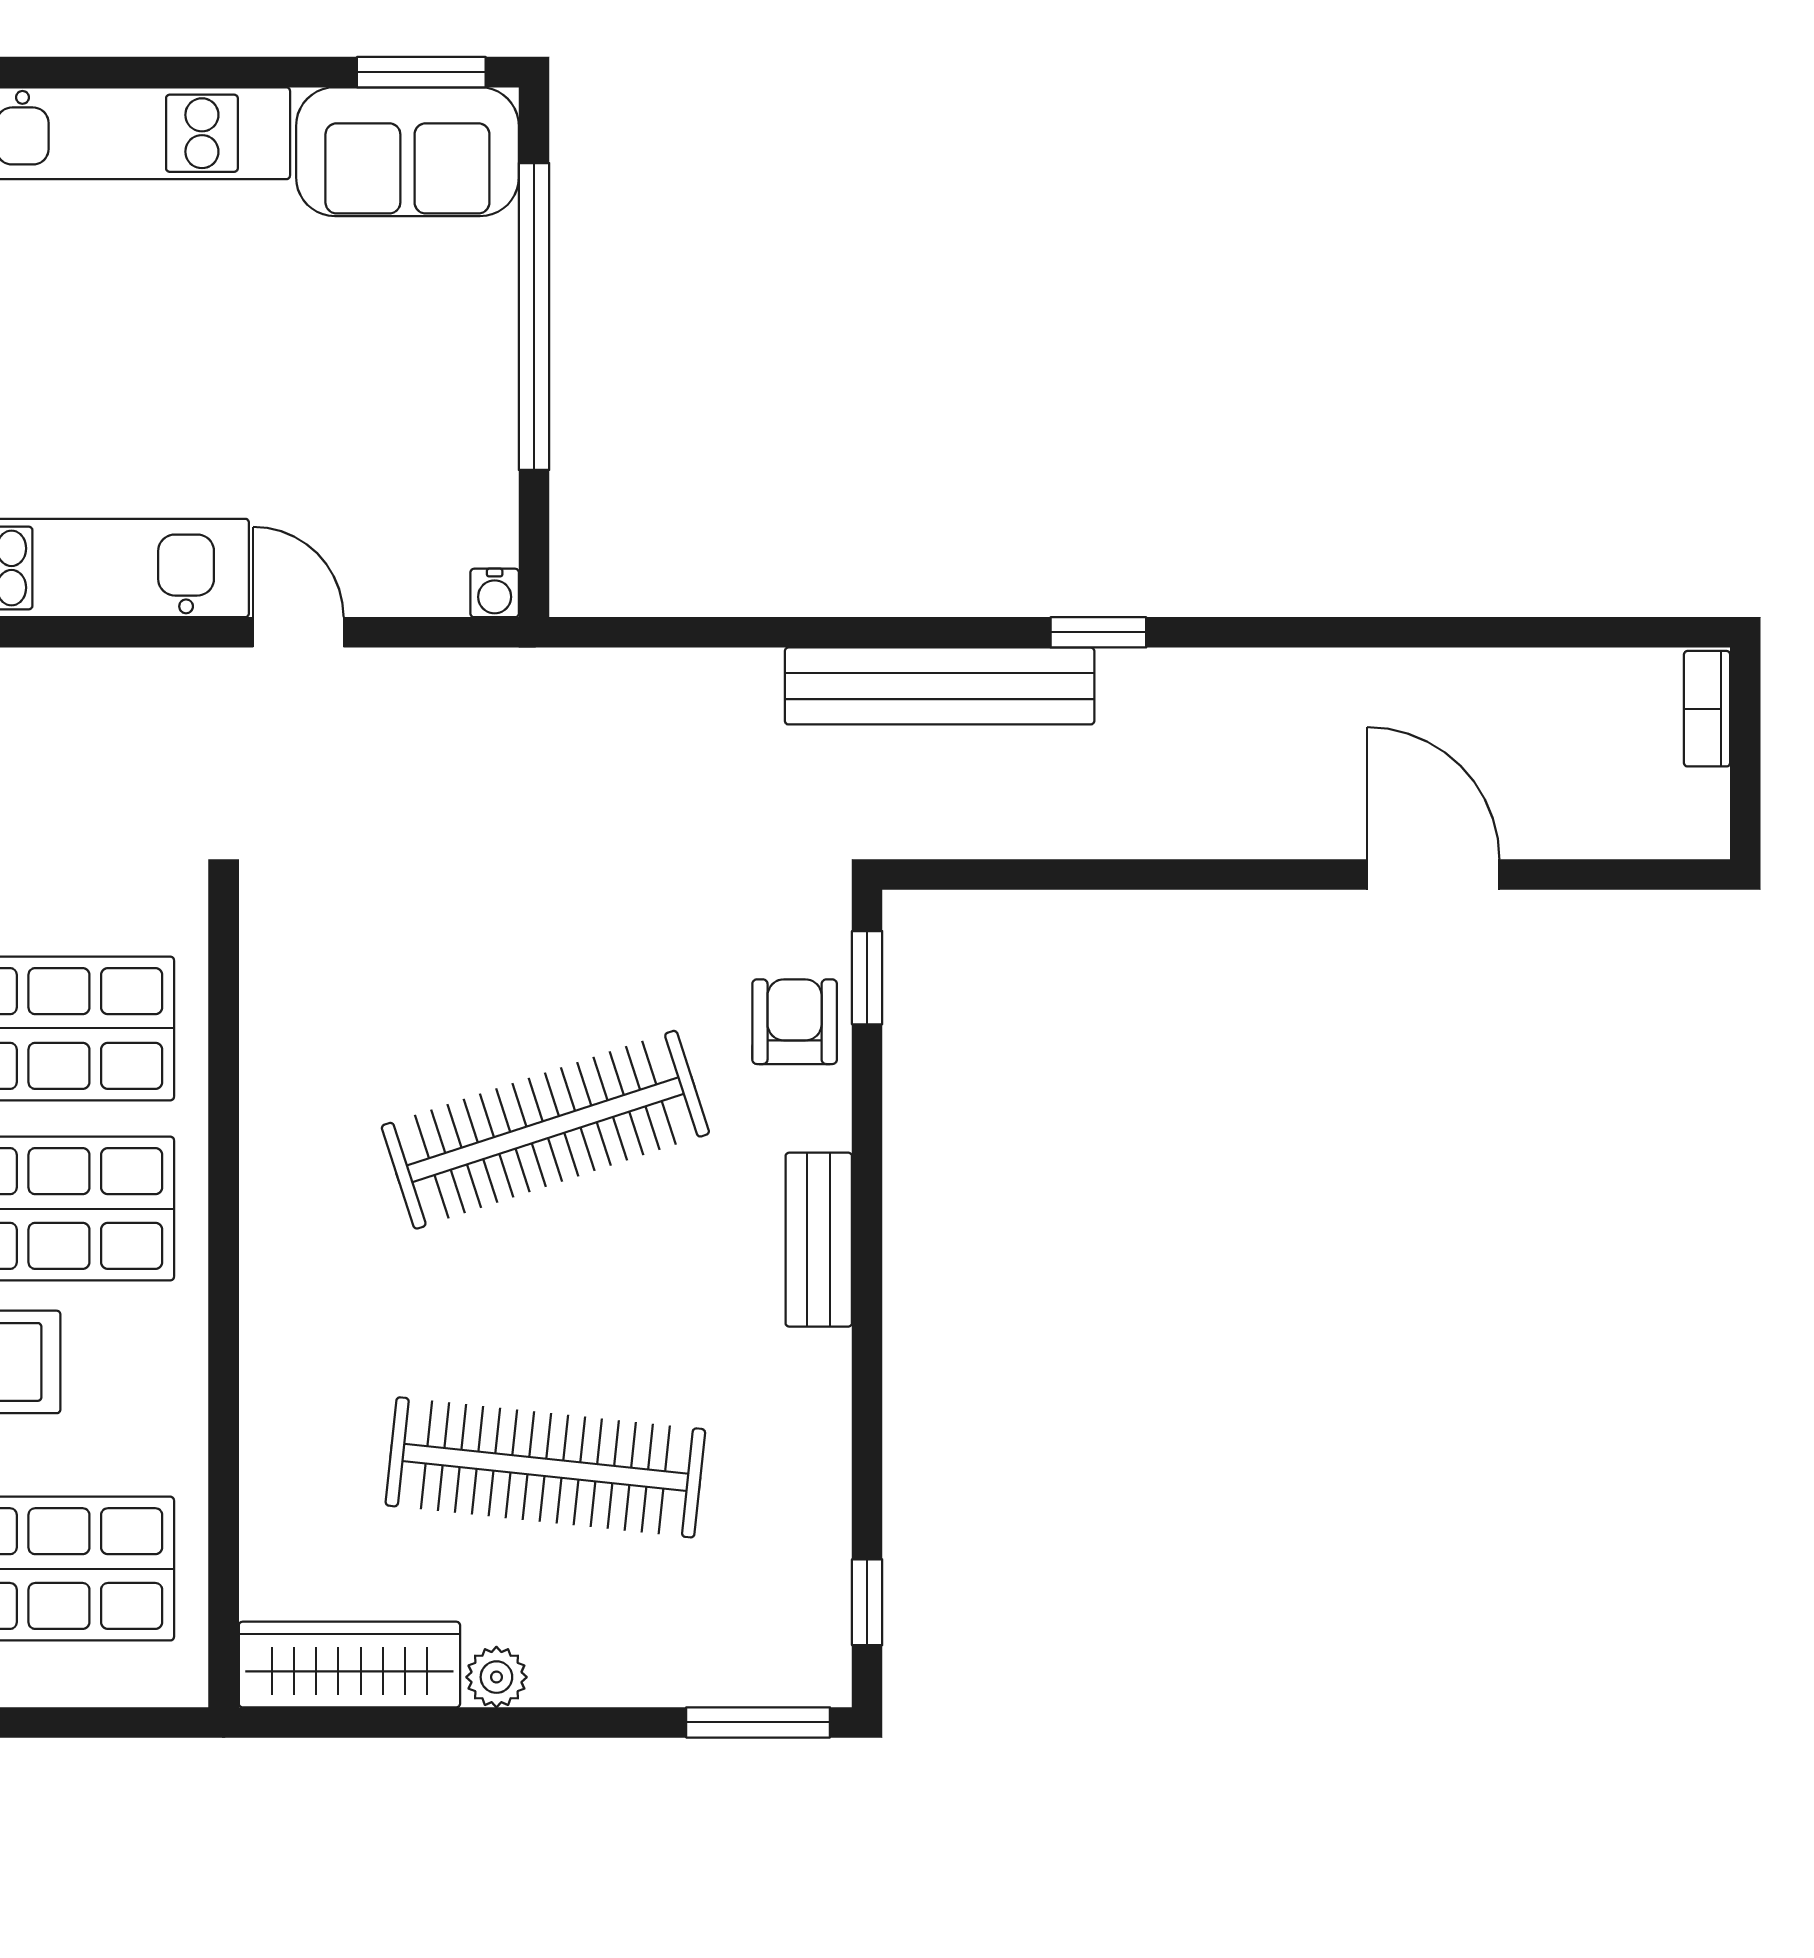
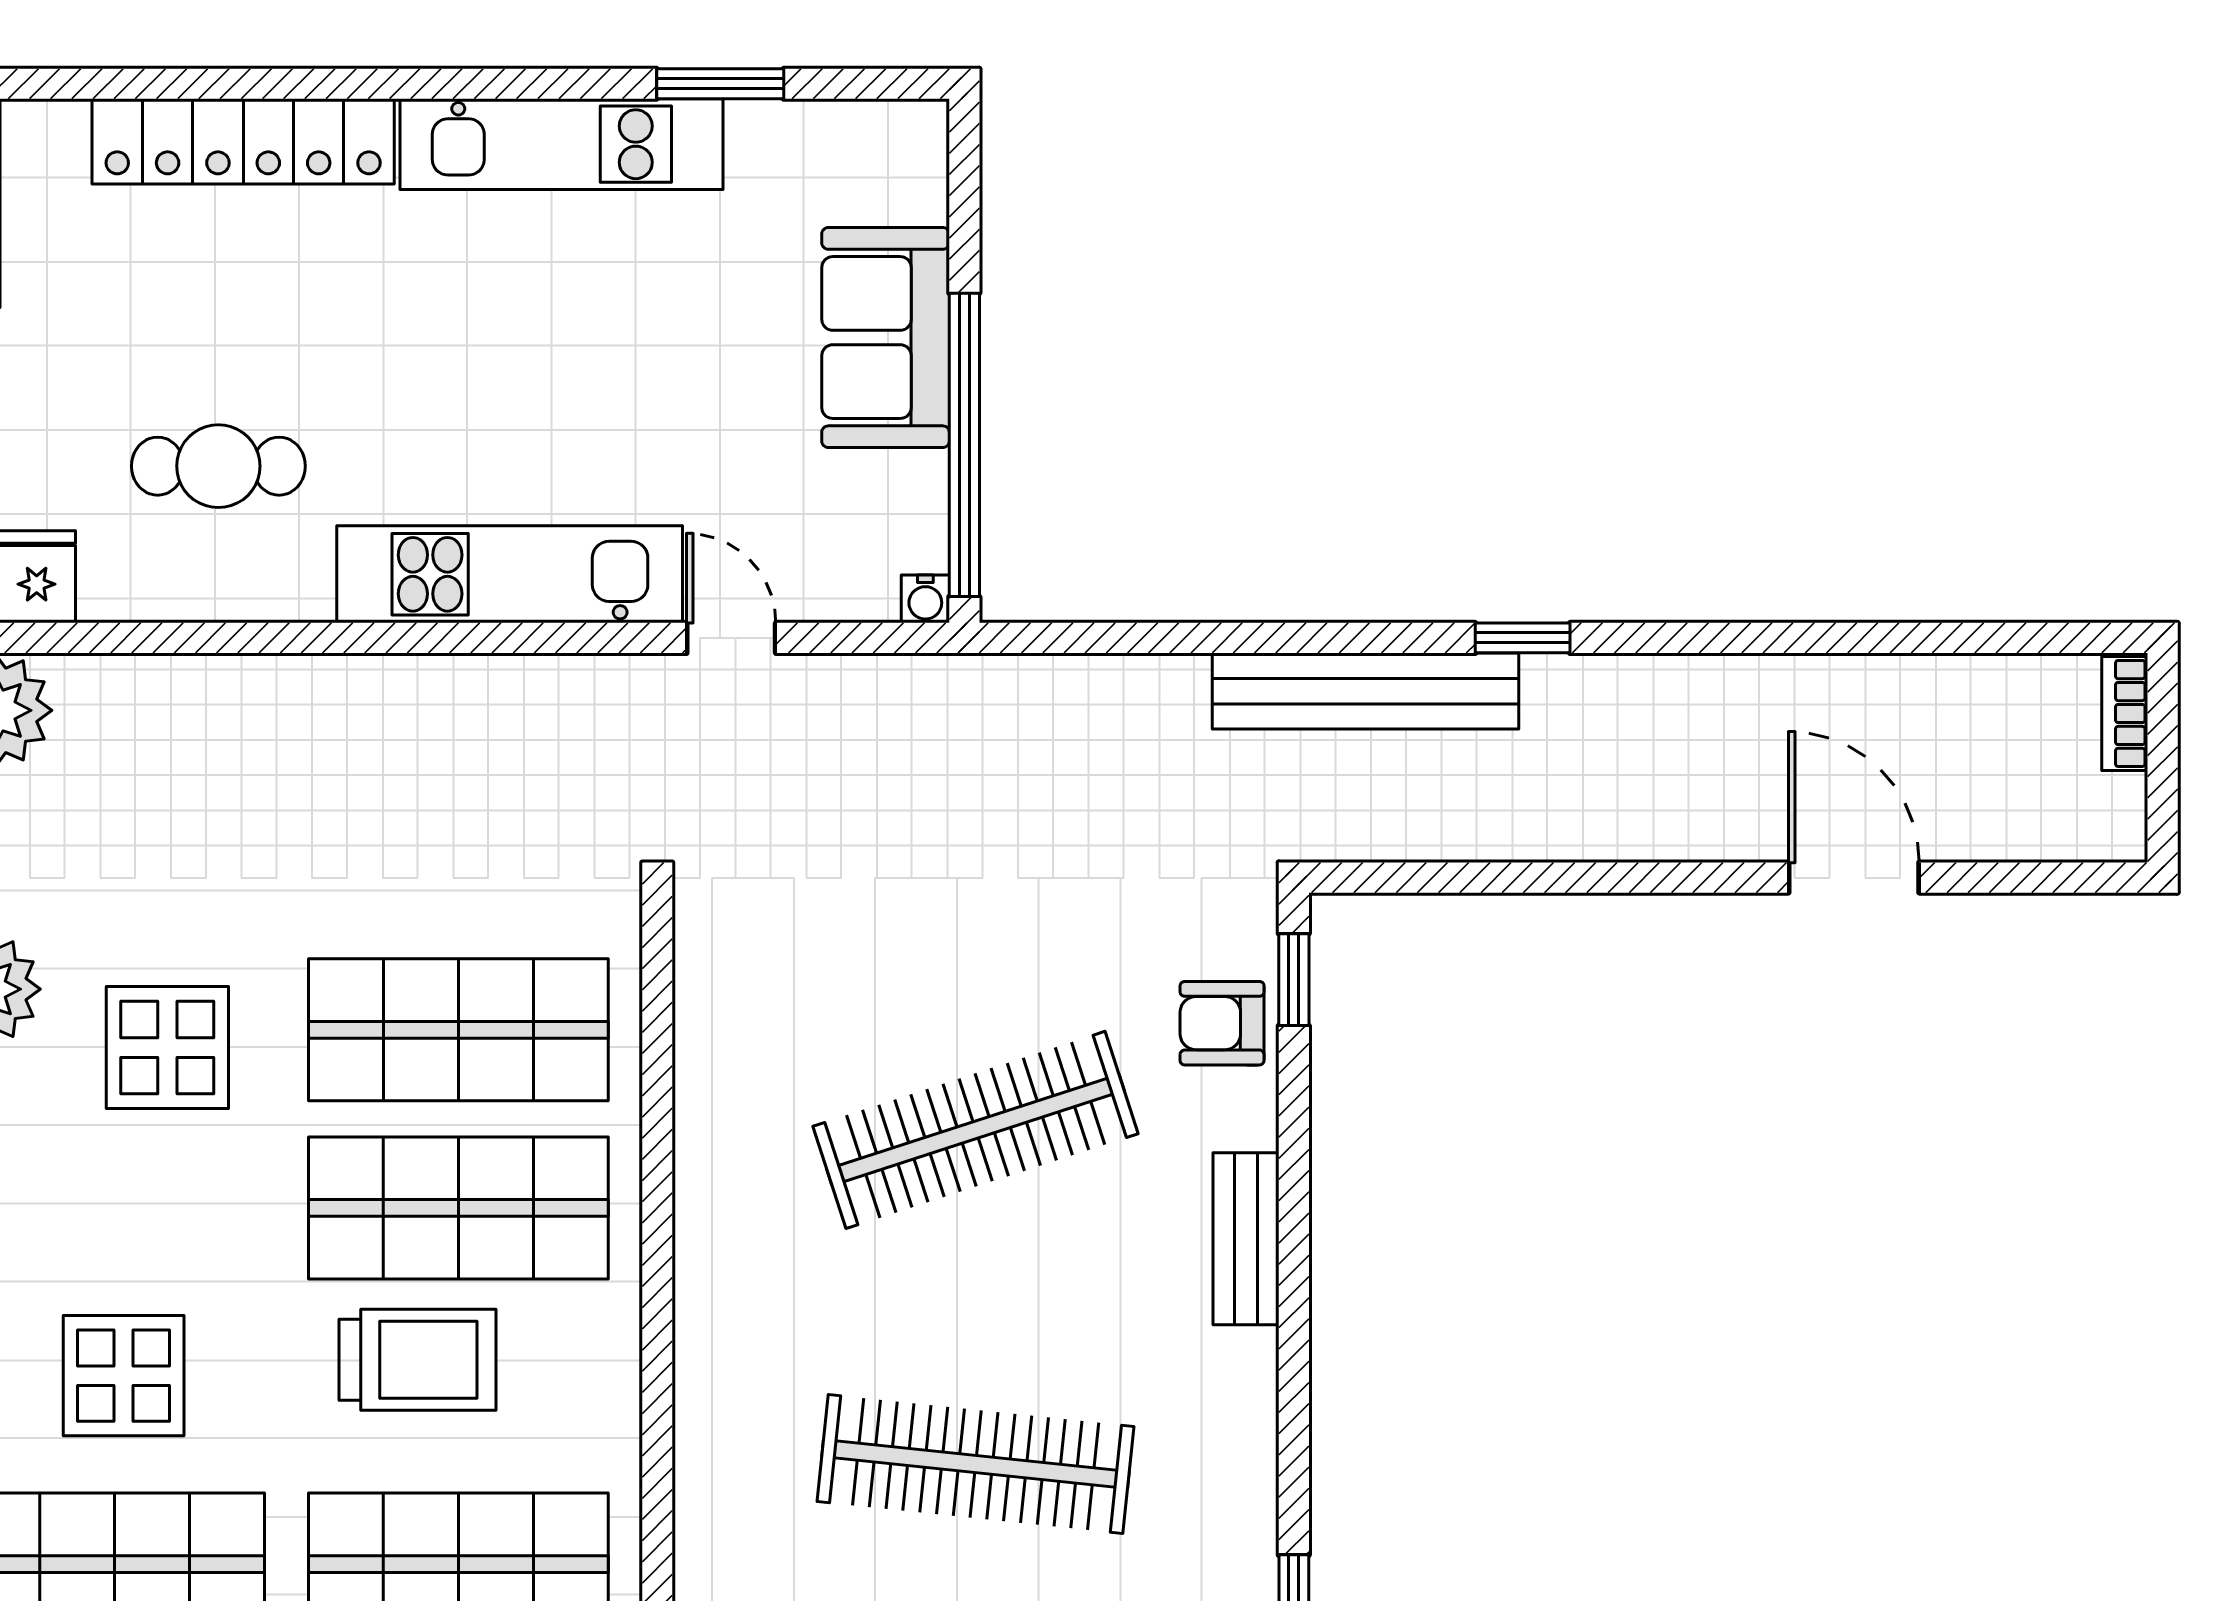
window: (421, 72) -> (720, 84), moved
sofa: (407, 152) -> (886, 338), moved, turned 90
window: (534, 317) -> (964, 445), moved
armchair: (795, 1022) -> (1222, 1023), turned -90

